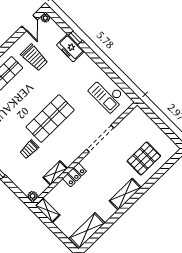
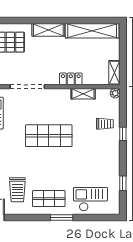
trolley: (34, 58) -> (17, 190), turned 180
trolley: (29, 149) -> (105, 124), moved
shelving: (87, 231) -> (92, 31), width x1.47

